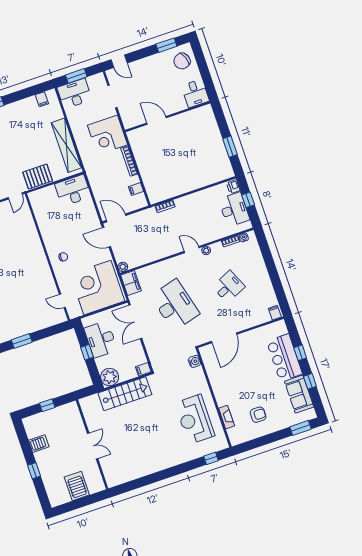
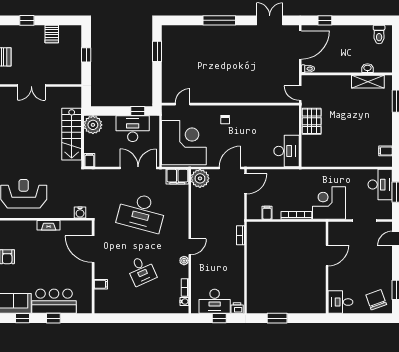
shelving: (66, 145) -> (333, 160), removed
plant: (123, 267) -> (200, 178), width x1.88, depth x1.88
desk: (175, 305) -> (141, 212), turned 30
filing cabinet: (275, 313) -> (101, 284), moved
window: (87, 352) -> (138, 111), moved
fireplace: (227, 417) -> (49, 225), moved

